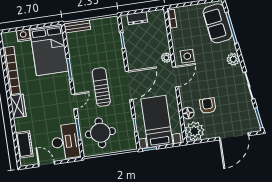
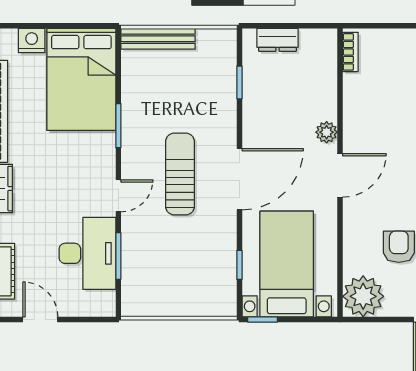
bench: (77, 26) -> (158, 39), width x1.36
side table: (187, 56) -> (371, 136), removed
floor lamp: (188, 113) -> (355, 256), removed
round table: (100, 133) -> (164, 270), removed
desk: (65, 142) -> (87, 253), moved

